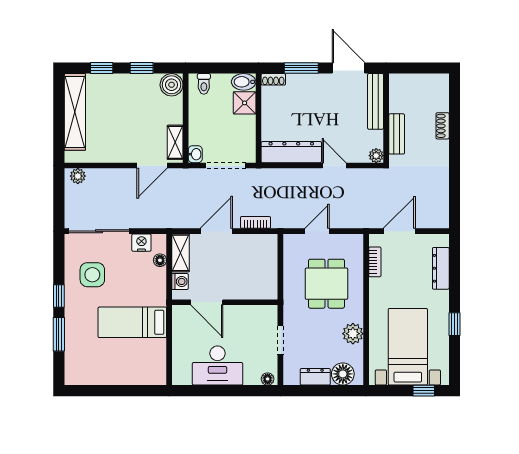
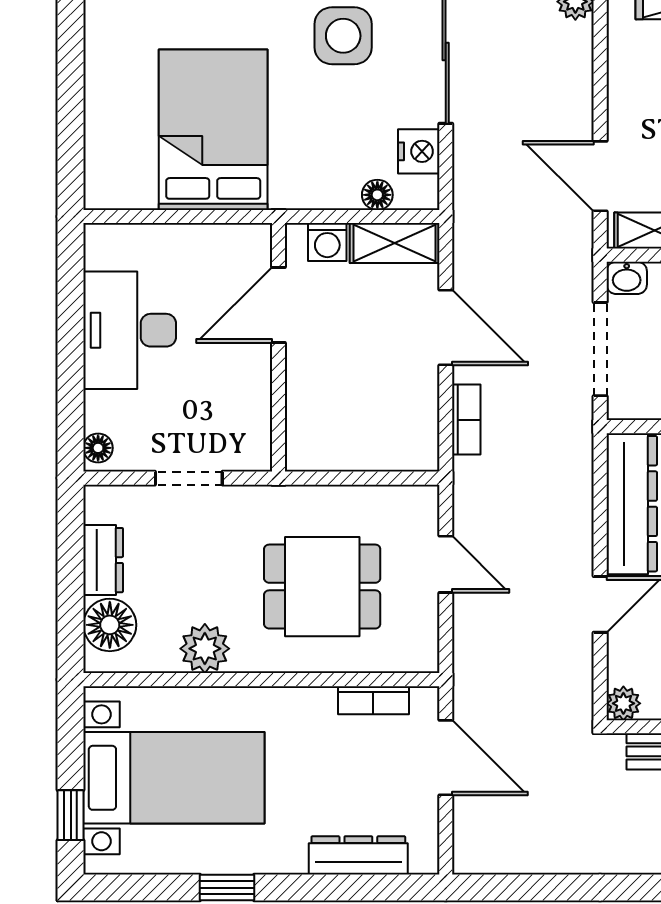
bed: (132, 322) -> (213, 130), width x1.50

